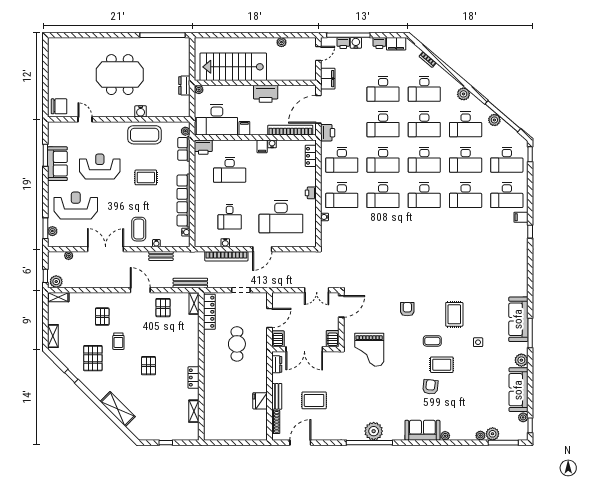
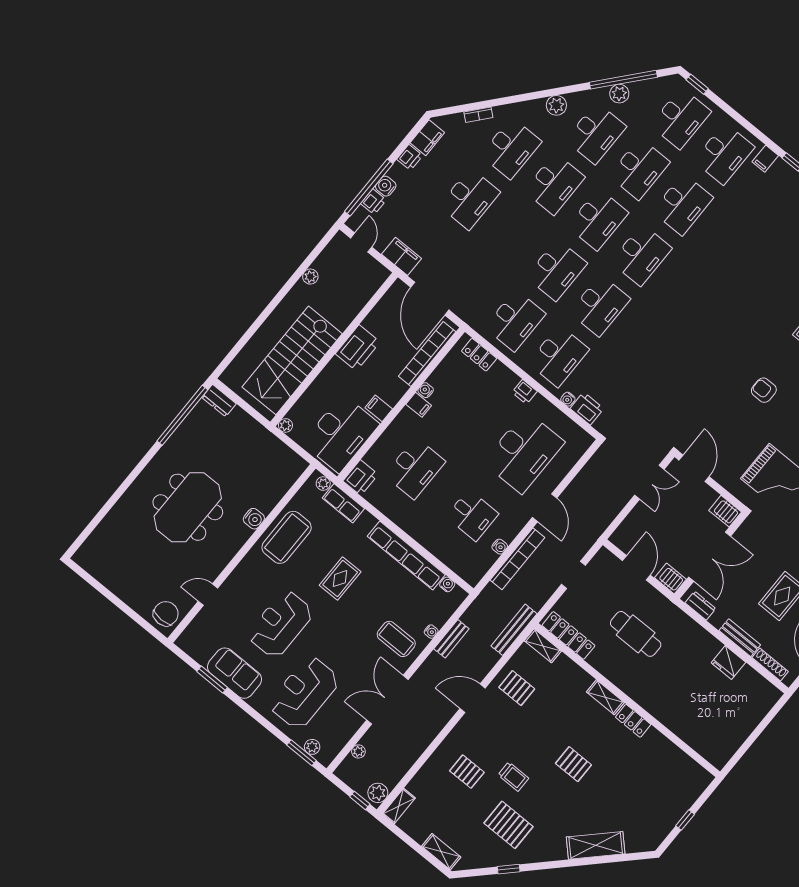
dresser: (184, 85) -> (219, 400), moved
desk: (383, 124) -> (513, 235), removed
printer: (328, 133) -> (587, 408), moved
shelving: (194, 411) -> (605, 697), moved

